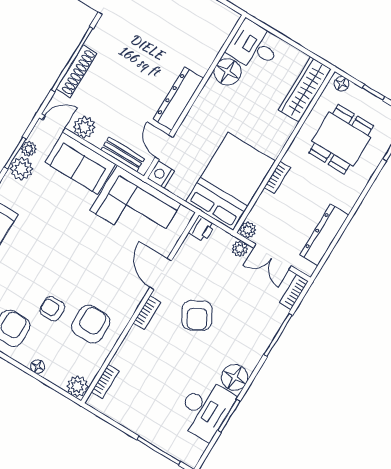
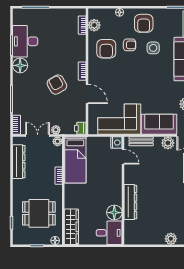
dresser: (178, 99) -> (130, 202), moved
dining table: (341, 139) -> (39, 213), turned 90
bed: (230, 181) -> (75, 160), width x0.67
side table: (20, 283) -> (153, 48), added
plant: (77, 386) -> (94, 25), moved

